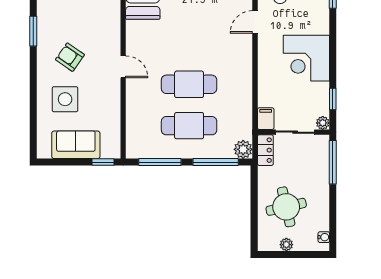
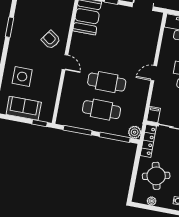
door: (255, 22) -> (154, 73), moved
armchair: (70, 57) -> (51, 40), moved
locker: (265, 150) -> (148, 141), width x1.53

